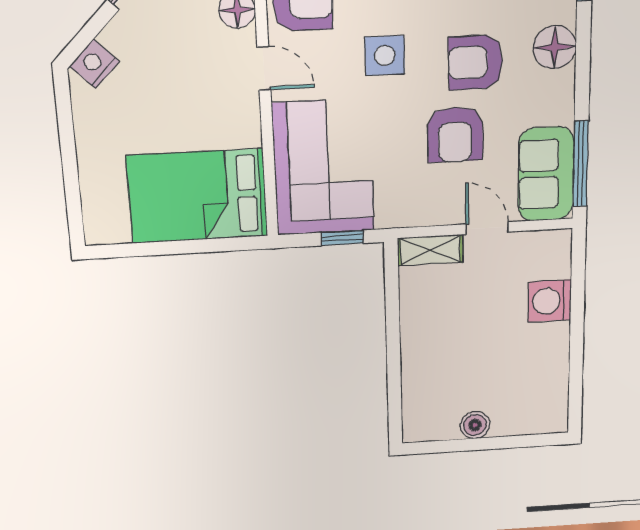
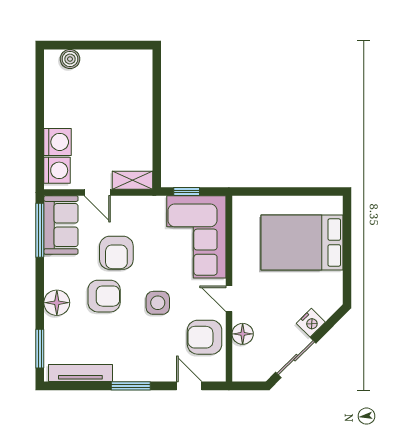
nightstand: (94, 64) -> (311, 323), moved
armchair: (455, 135) -> (116, 253), turned 180
bed: (197, 196) -> (302, 242), moved, turned 180
washing machine: (551, 258) -> (57, 170), added
boiler: (475, 425) -> (70, 59), moved

